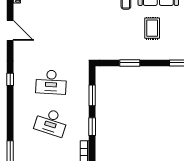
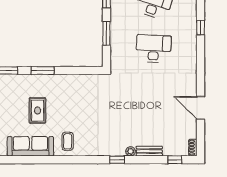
window: (130, 63) -> (43, 71), moved
window: (10, 79) -> (201, 28), moved

